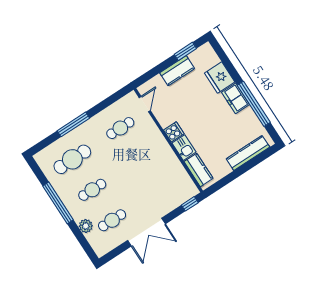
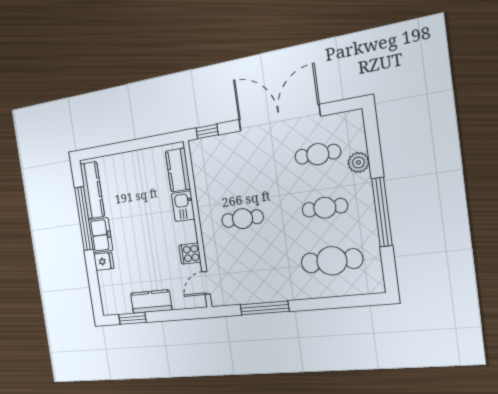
fridge: (220, 77) -> (104, 261), width x0.53, depth x0.75
window: (73, 124) -> (264, 308), moved
cafe table: (120, 128) -> (242, 219), moved
cooker: (174, 132) -> (190, 254), moved
kitchen counter: (248, 153) -> (92, 190), moved, turned -90
double door: (146, 232) -> (279, 118), width x1.36

